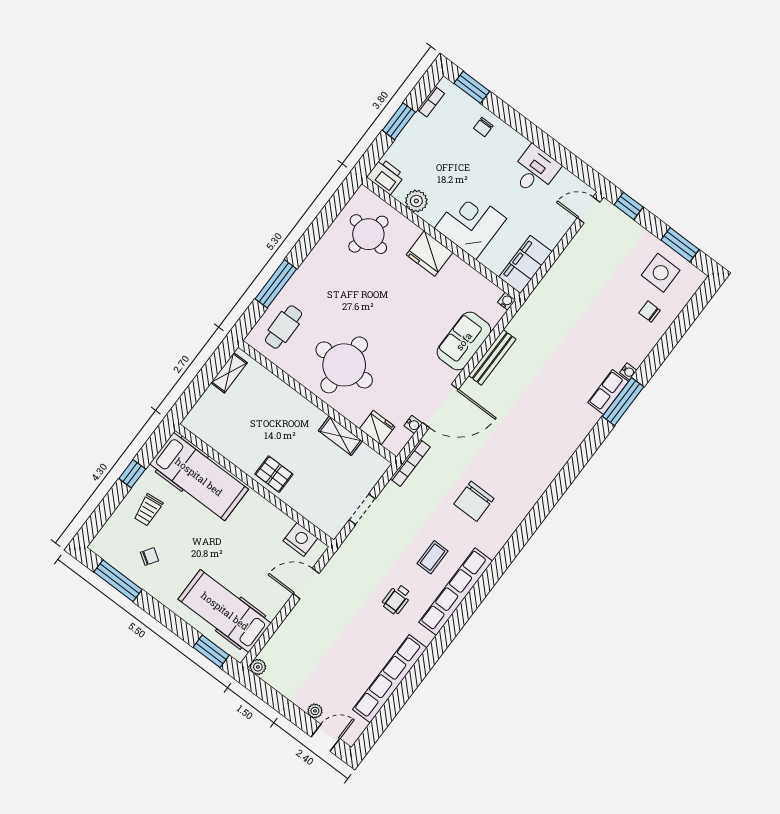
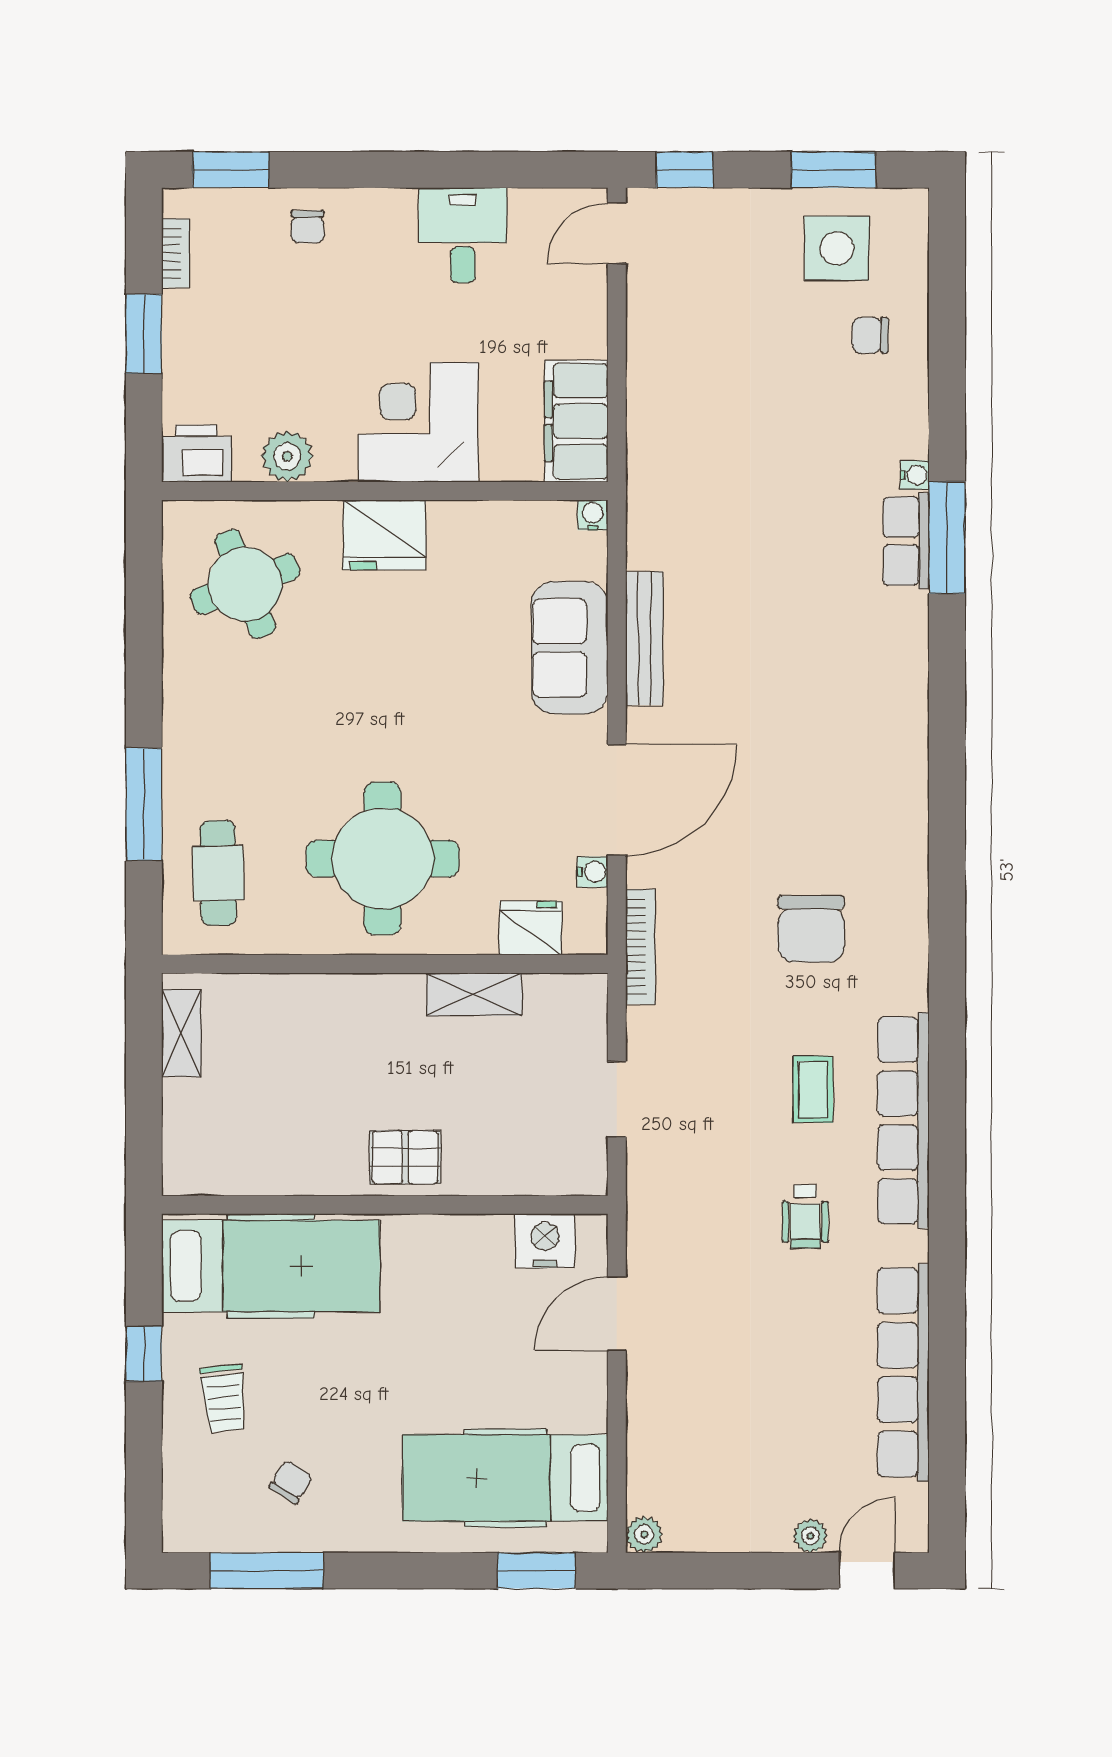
round table: (368, 234) -> (245, 584), turned -32

